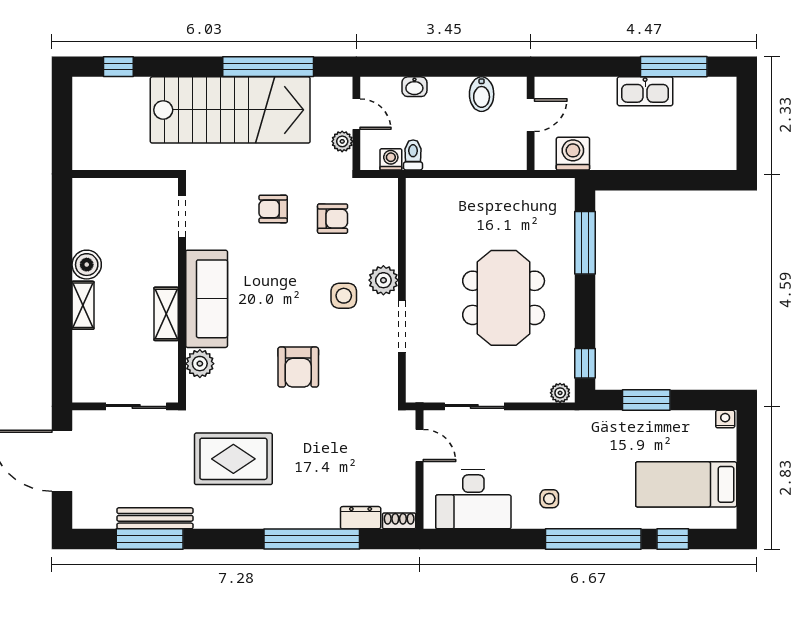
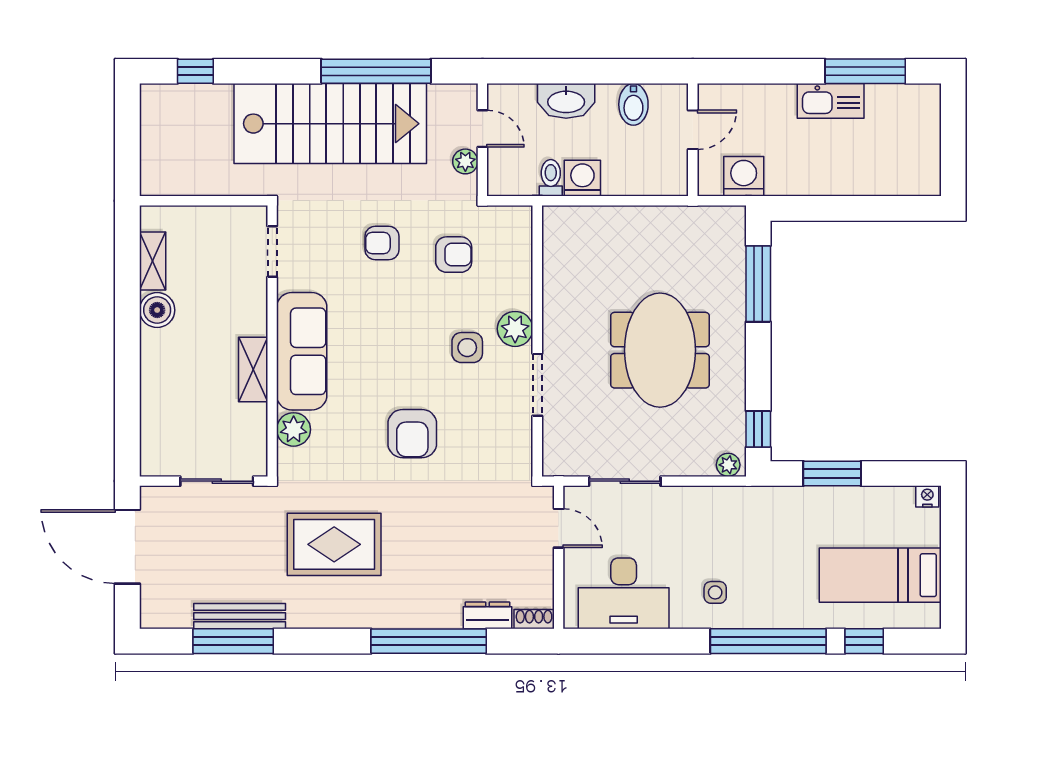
washbasin: (414, 87) -> (566, 101), width x1.91, depth x1.45
washing machine: (391, 159) -> (582, 178), moved, width x1.38, depth x1.38
shelving: (83, 305) -> (153, 261), moved

